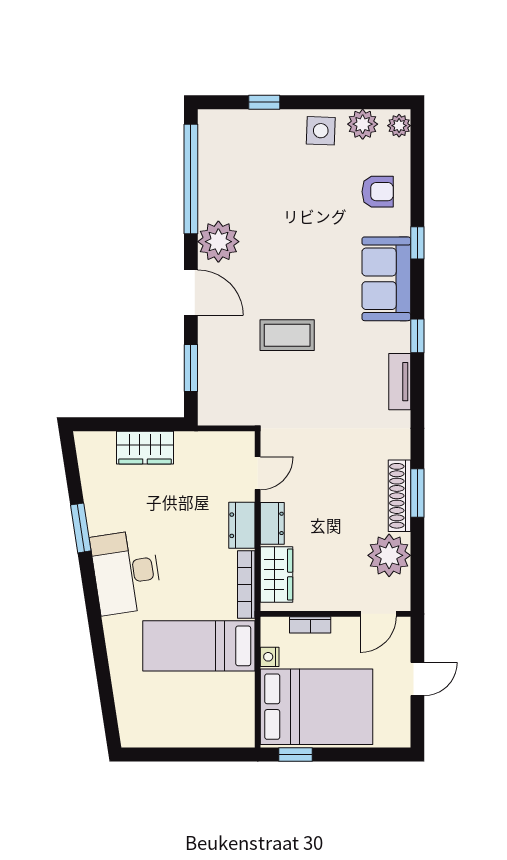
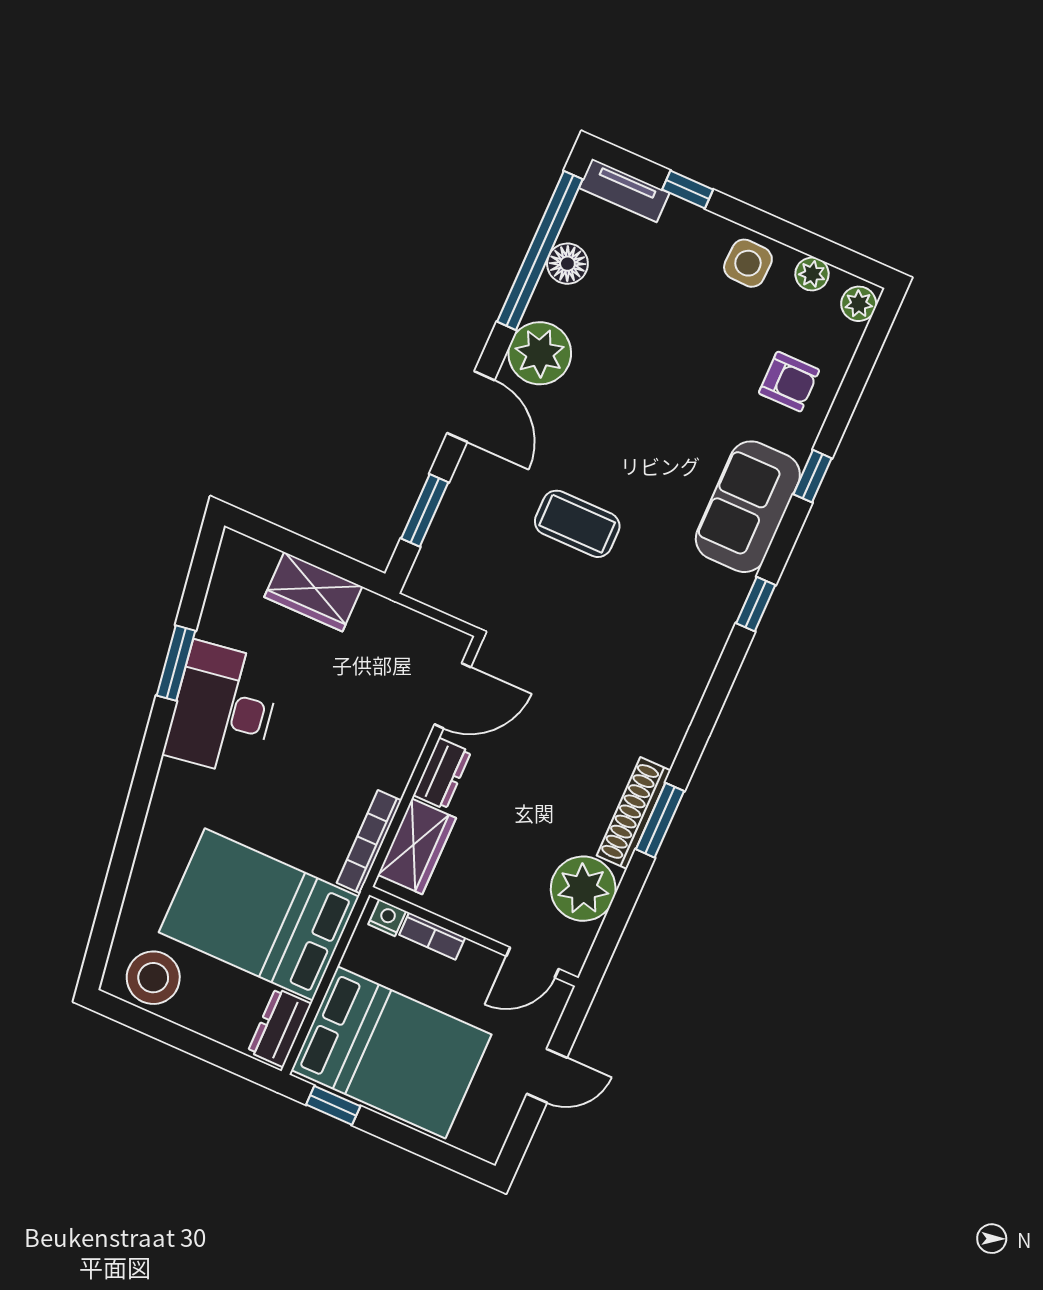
plant: (363, 124) -> (812, 274), width x0.73, depth x0.73
floor lamp: (211, 180) -> (567, 264), added
tv unit: (400, 382) -> (624, 190), moved, turned -90
door: (258, 473) -> (453, 696), width x1.37
dresser: (242, 525) -> (280, 1028), moved
desk: (126, 572) -> (223, 709), moved
bed: (199, 646) -> (259, 914), width x1.50
nightstand: (270, 657) -> (387, 918), moved, turned 90
stool: (152, 725) -> (153, 978), added

